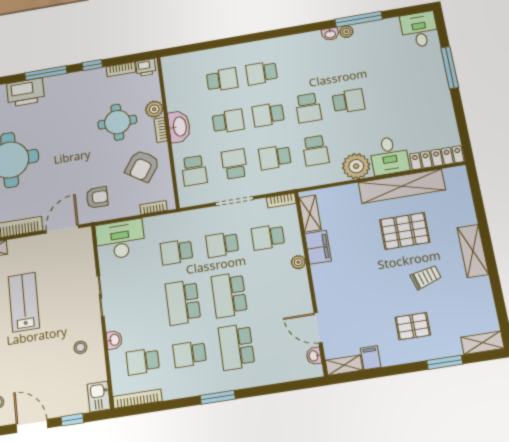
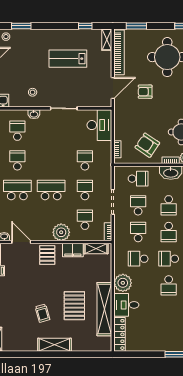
school desk: (268, 115) -> (169, 232), turned 180
school desk: (234, 164) -> (138, 205), turned -90
school desk: (194, 171) -> (138, 179), turned 180
armchair: (97, 197) -> (145, 92), moved, turned 90
door: (62, 229) -> (113, 88), hinge flipped
plant: (298, 262) -> (61, 232), width x1.88, depth x1.88
lab bench: (24, 302) -> (68, 59), turned 180
school desk: (183, 302) -> (51, 160), removed
pallet: (413, 326) -> (47, 255), moved
door: (318, 328) -> (21, 242), hinge flipped

